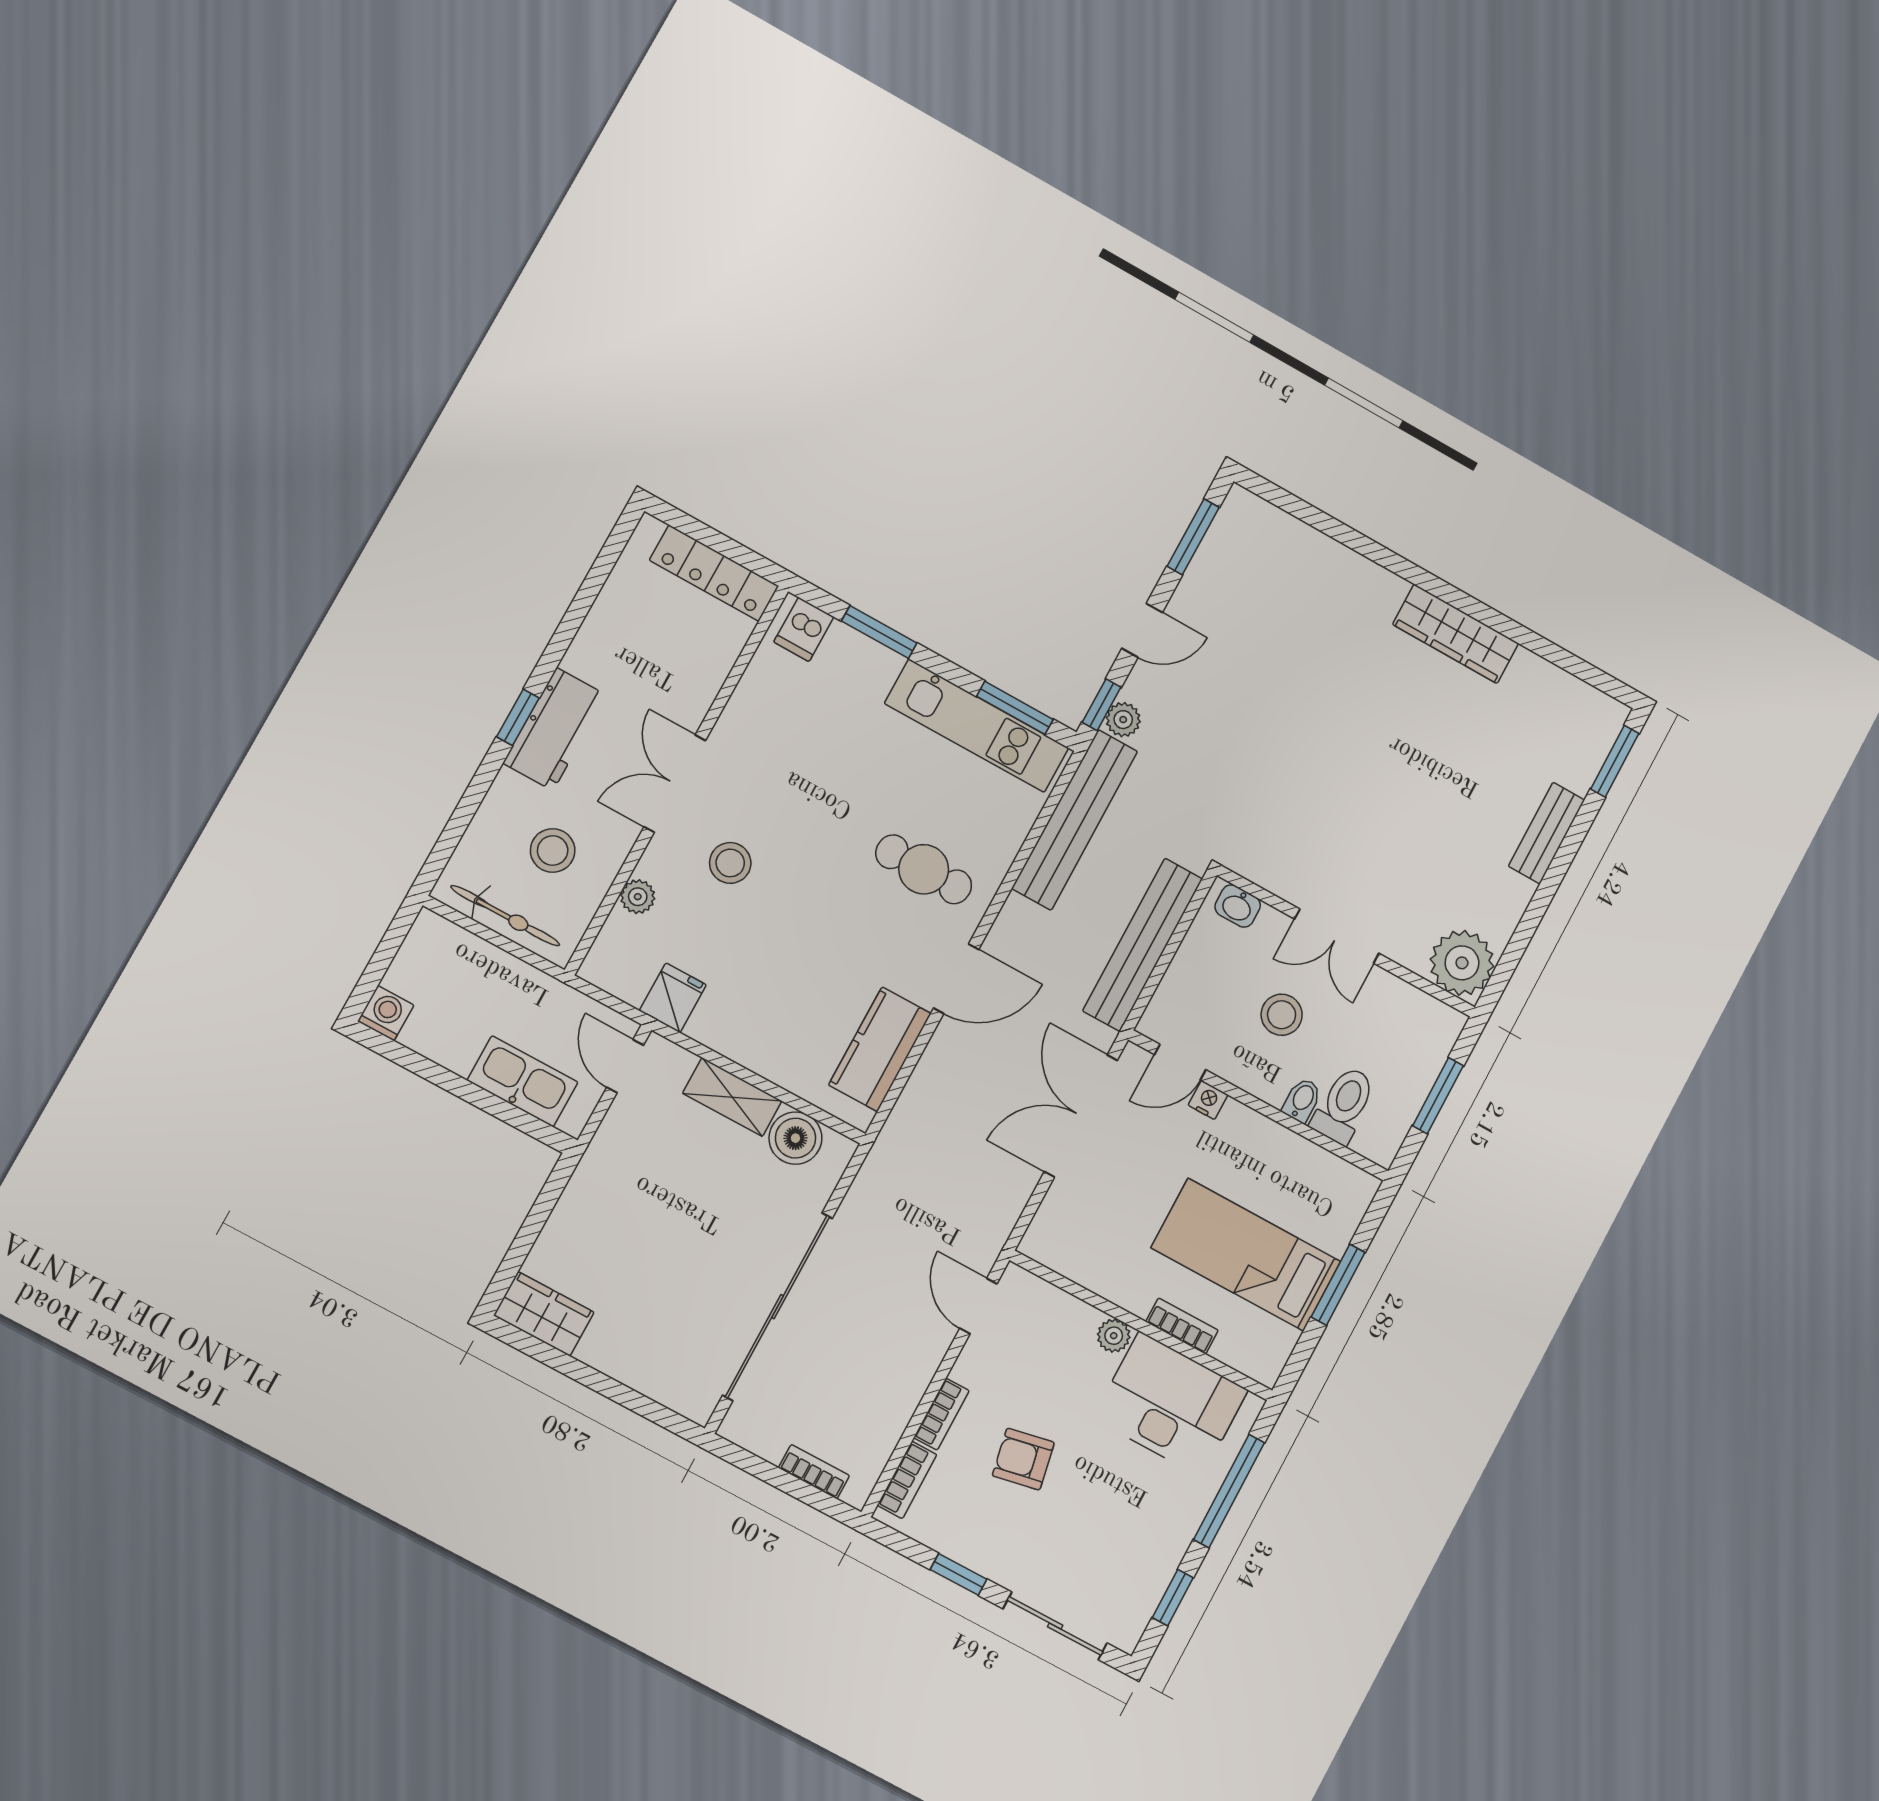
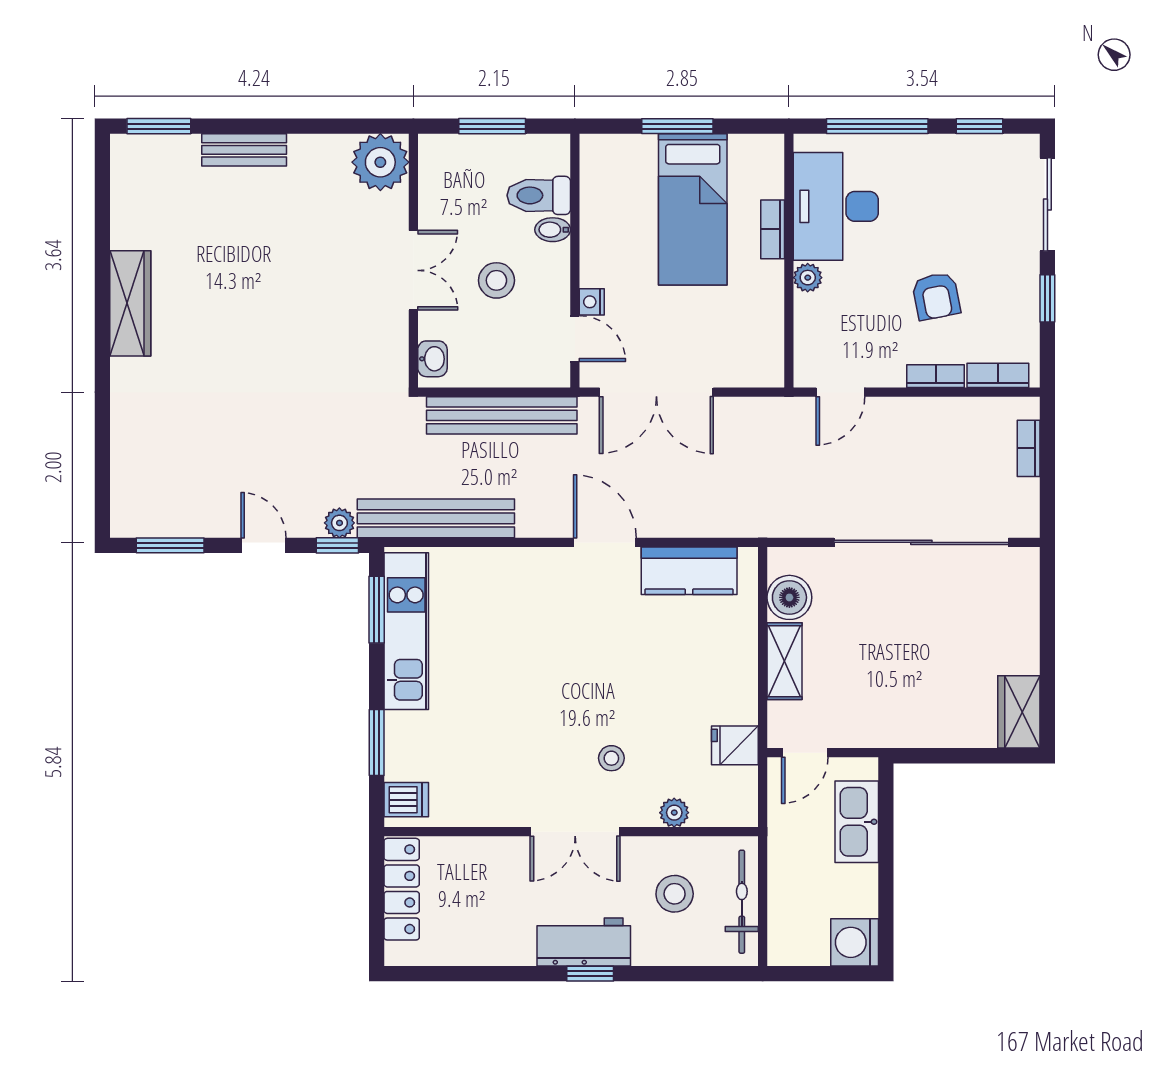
stool: (730, 863) -> (611, 758), width x0.73, depth x0.73
cafe table: (924, 869) -> (536, 612), removed
washing machine: (386, 1013) -> (855, 942), width x1.38, depth x1.38

